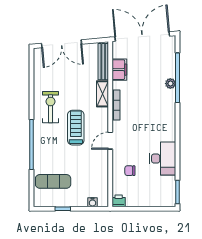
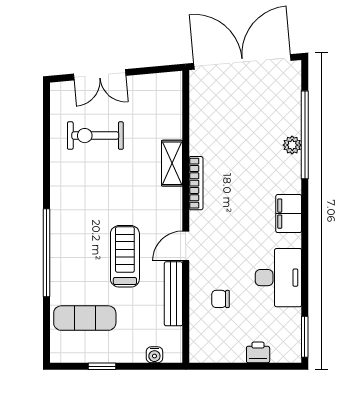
double door: (61, 44) -> (100, 75), width x0.73
bench: (103, 62) -> (173, 294), moved
filing cabinet: (119, 70) -> (289, 214), moved, turned 180
exercise bike: (51, 107) -> (95, 136), moved, turned -90
treadmill: (76, 128) -> (125, 256), moved
printer: (119, 201) -> (258, 352), moved

